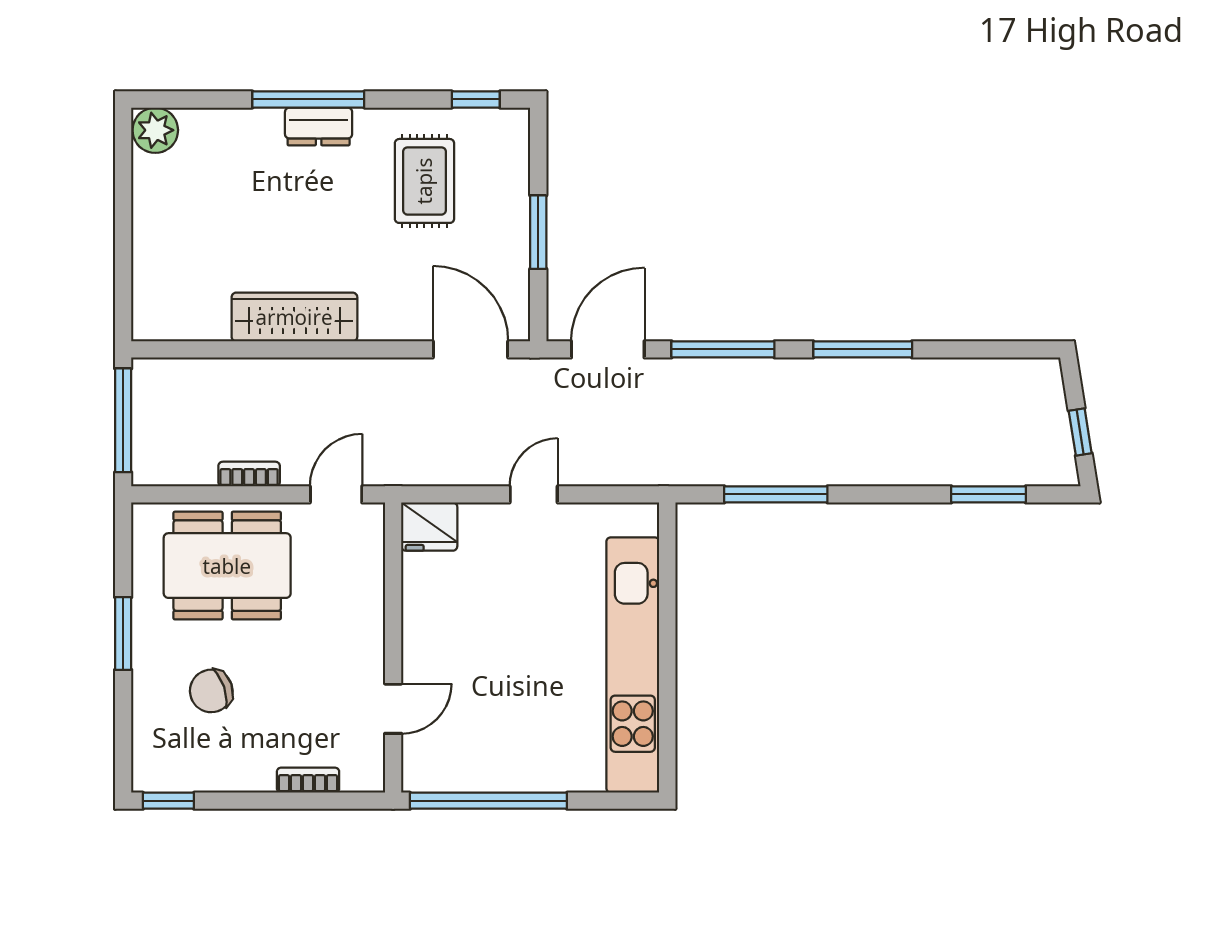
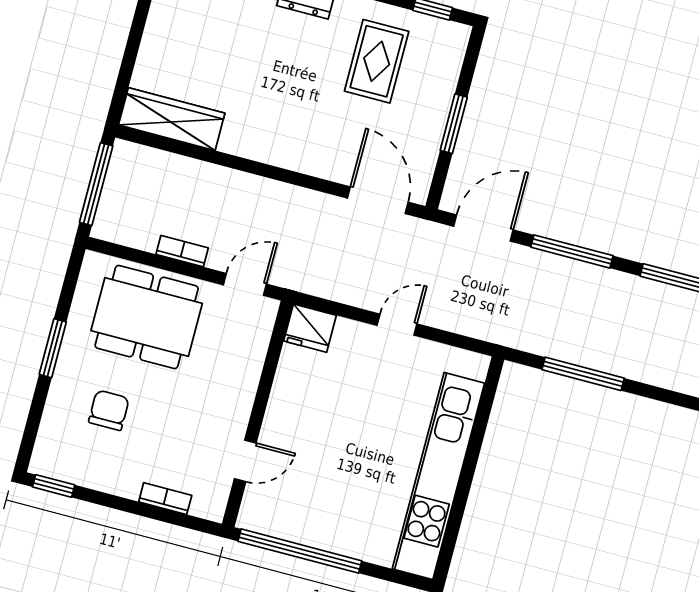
wardrobe: (294, 317) -> (172, 119), moved
chair: (211, 691) -> (109, 410), turned 109

